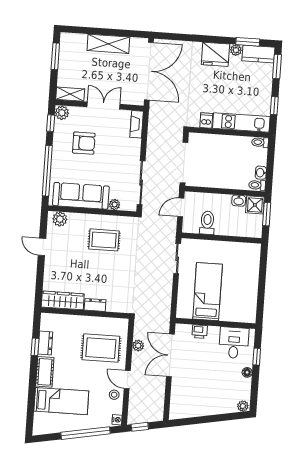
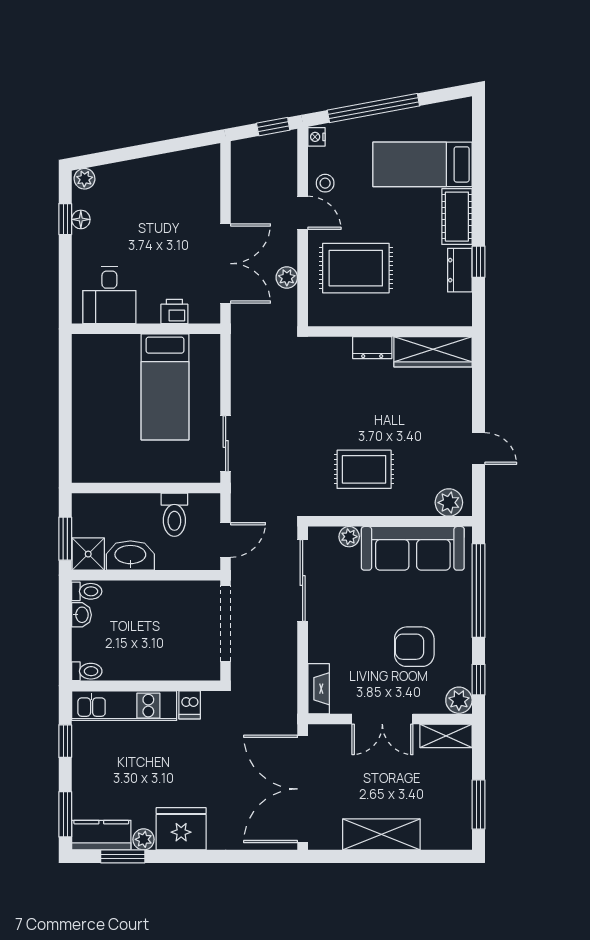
washbasin: (239, 201) -> (130, 555), width x1.91, depth x1.45
window: (257, 357) -> (65, 219), moved
floor lamp: (247, 372) -> (81, 219), moved

